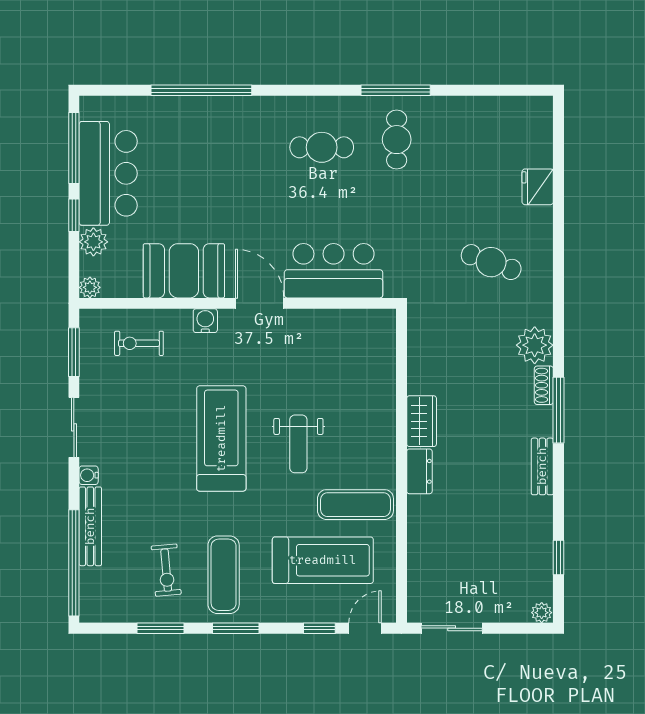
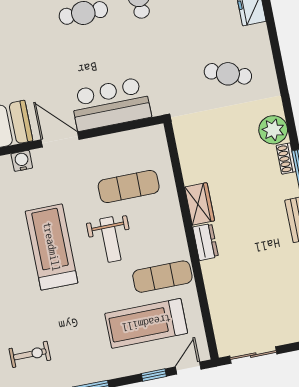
treadmill: (323, 560) -> (146, 323), turned 180
exercise bike: (166, 570) -> (30, 354), turned -85
exercise mat: (224, 575) -> (129, 186), moved, turned 90

